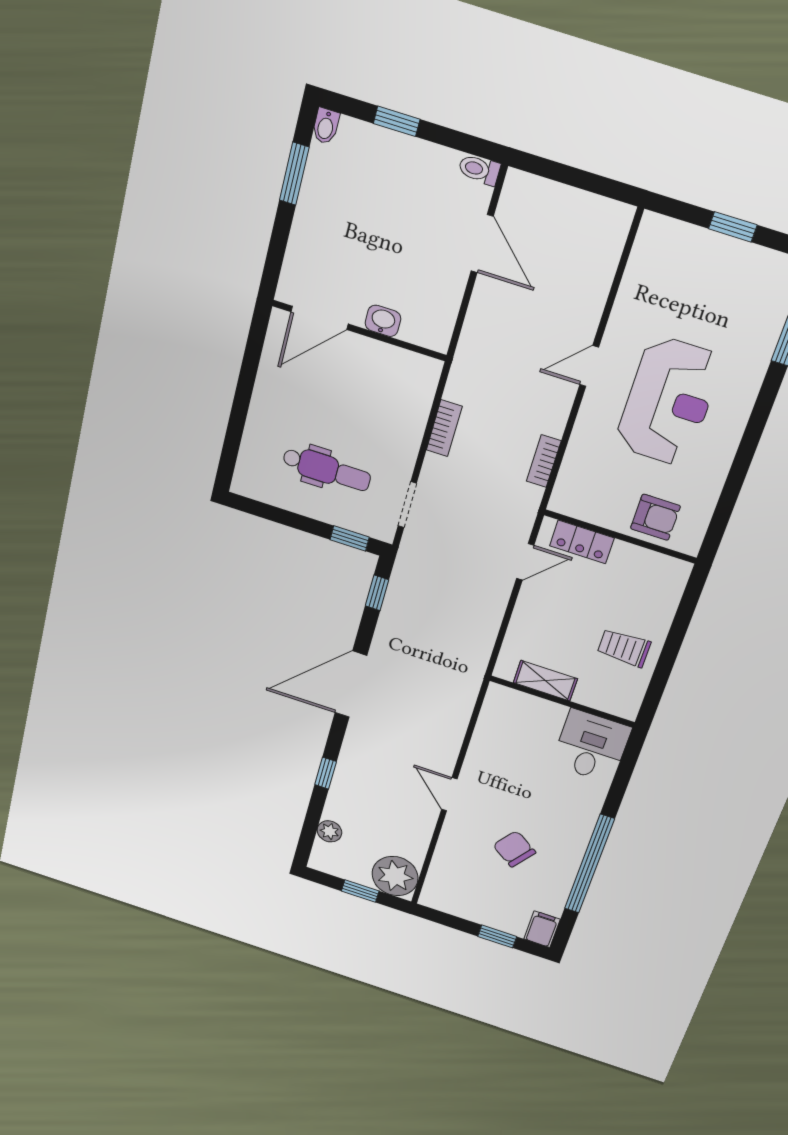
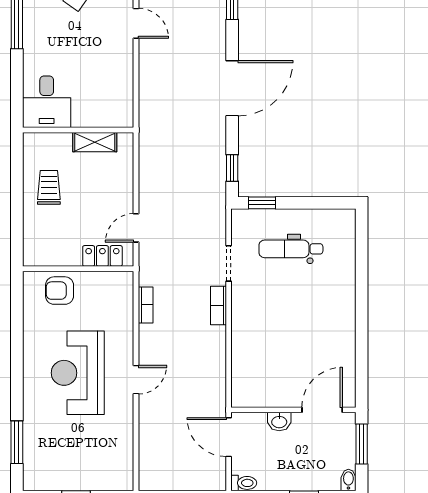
door: (320, 318) -> (322, 410), moved
washbasin: (383, 321) -> (279, 421), moved
wall: (359, 330) -> (293, 410), moved
doorway: (407, 505) -> (229, 263), moved
trolley: (624, 648) -> (49, 187), turned -90

